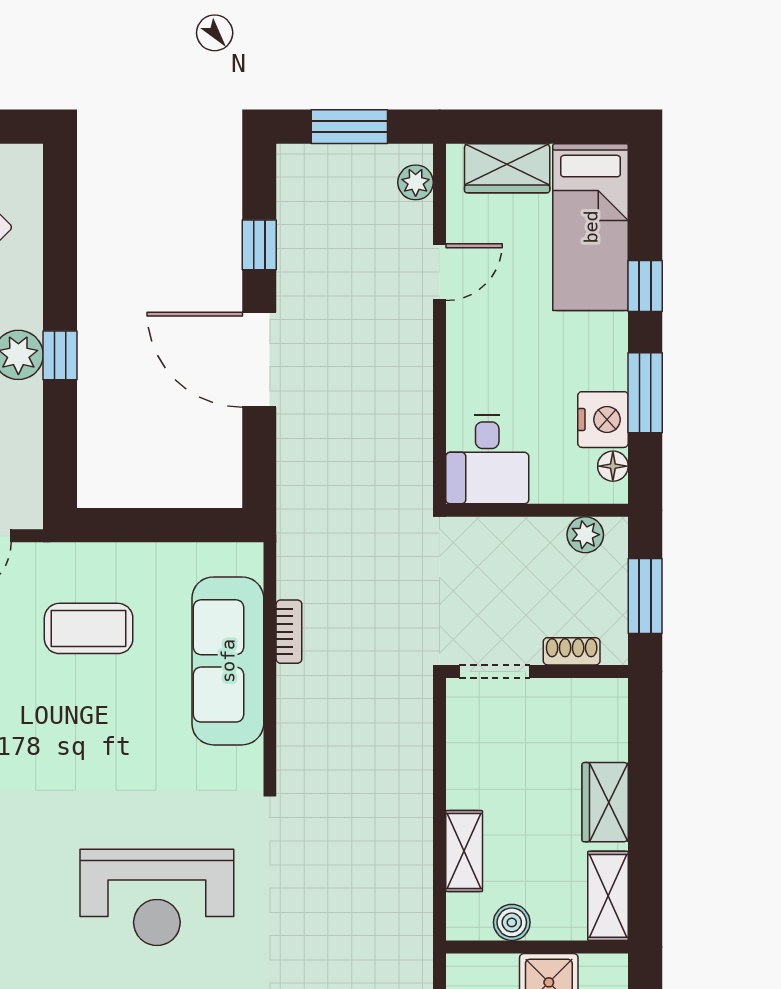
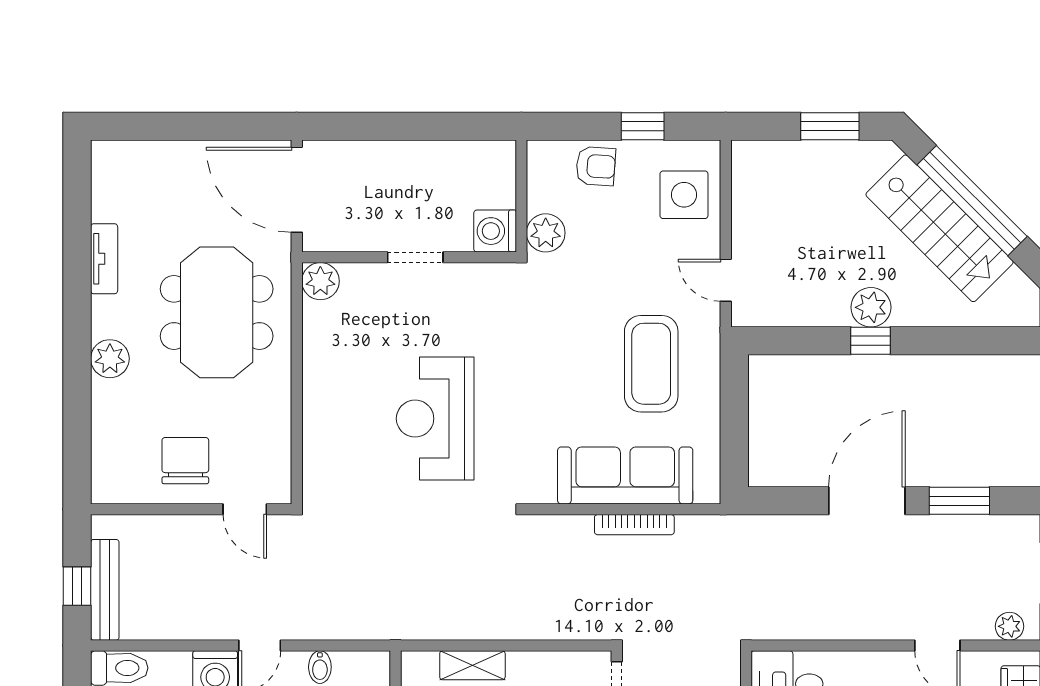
window: (259, 245) -> (959, 501), width x1.50
coffee table: (89, 628) -> (651, 364), width x1.36, depth x1.32
bookcase: (289, 632) -> (634, 525), width x1.56

